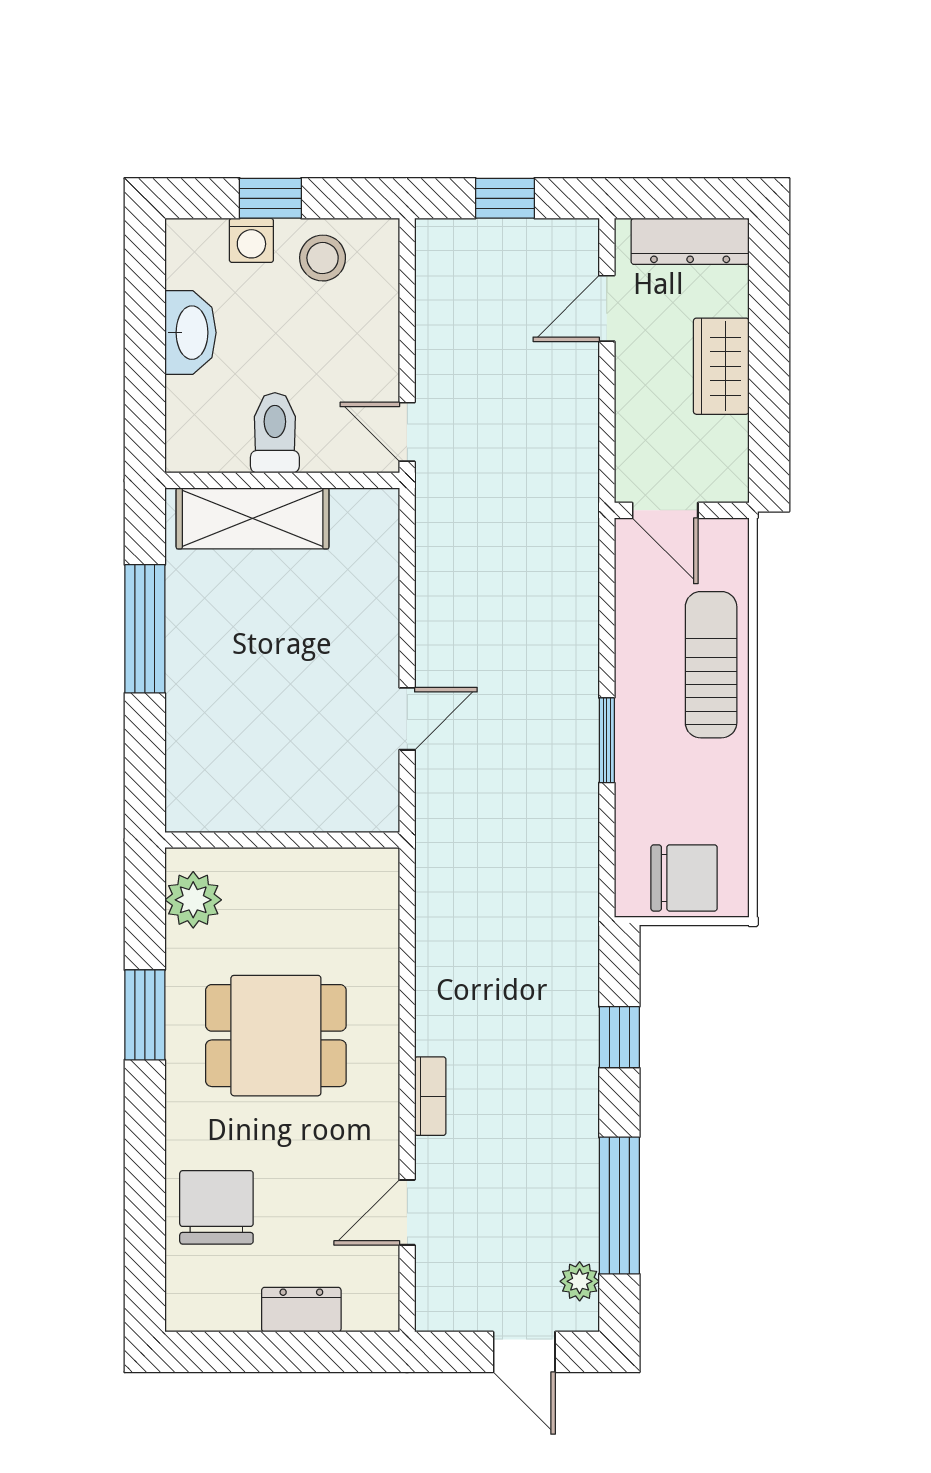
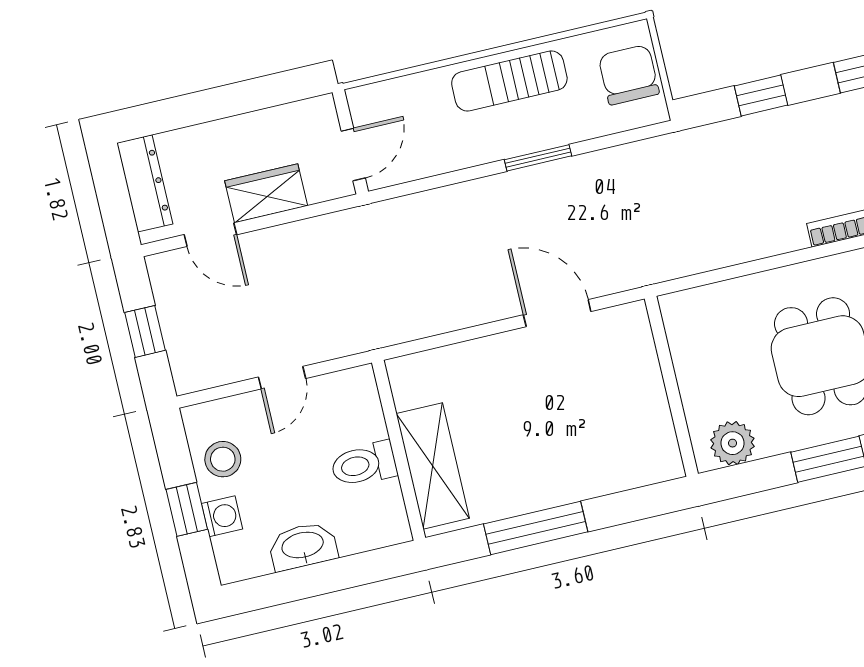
wardrobe: (721, 366) -> (266, 193), moved, turned 180
door: (407, 432) -> (282, 378), moved
sun lounger: (711, 665) -> (509, 81), moved
door: (407, 719) -> (557, 313), width x1.38

